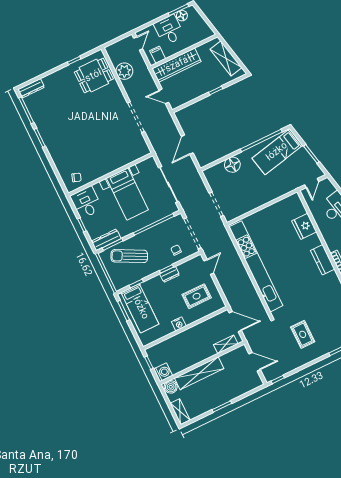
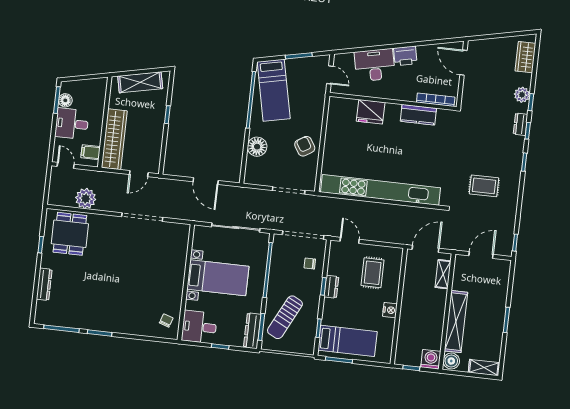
dresser: (31, 88) -> (44, 284), moved
armchair: (253, 197) -> (305, 146), added

